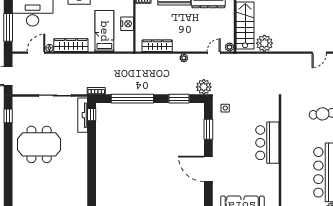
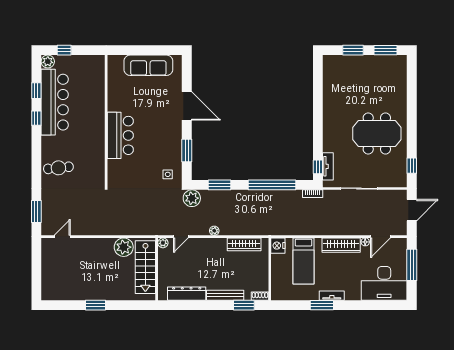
nightstand: (127, 24) -> (278, 246), moved
tv unit: (83, 115) -> (328, 166), width x0.71

